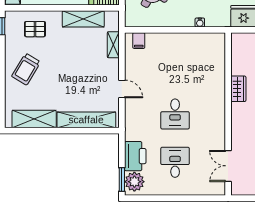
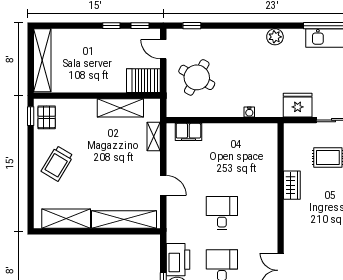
pallet: (35, 29) -> (47, 117), moved, turned 90
filing cabinet: (139, 41) -> (188, 132), width x2.00
desk: (175, 114) -> (222, 213), turned 180

